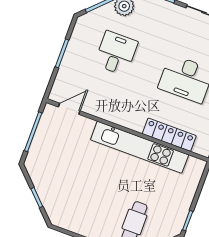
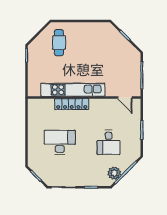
door: (69, 109) -> (125, 97), hinge flipped
locker: (169, 135) -> (72, 104), moved

